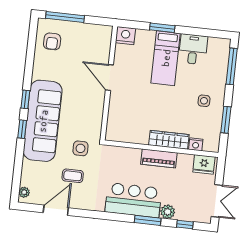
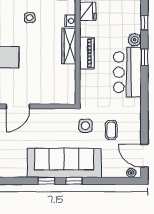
door: (56, 210) -> (144, 156), moved
window: (148, 220) -> (144, 57), width x0.67

